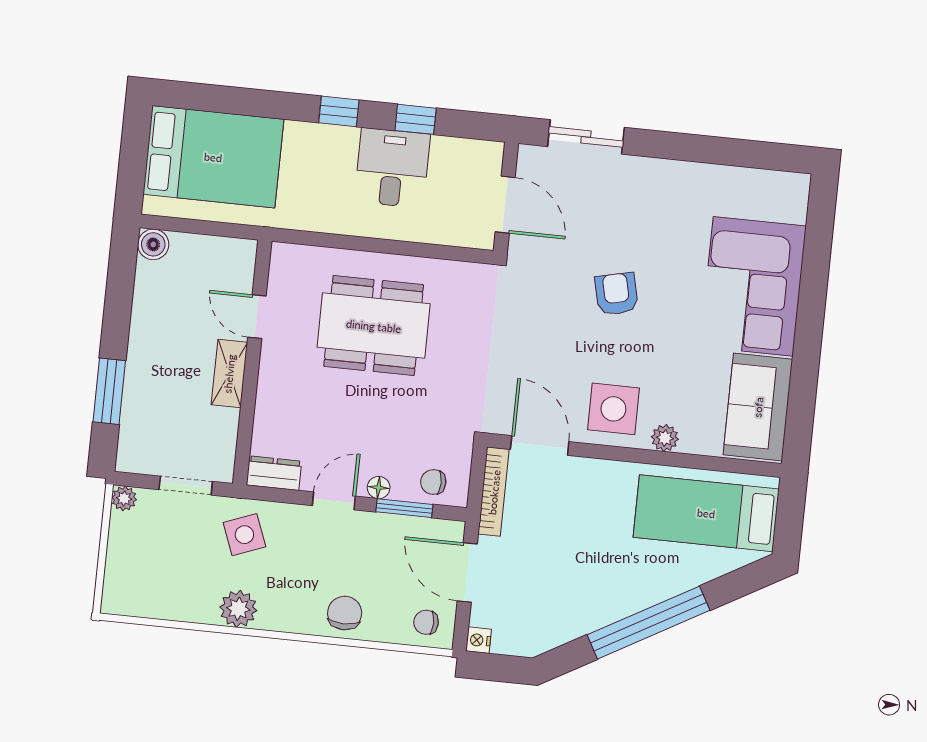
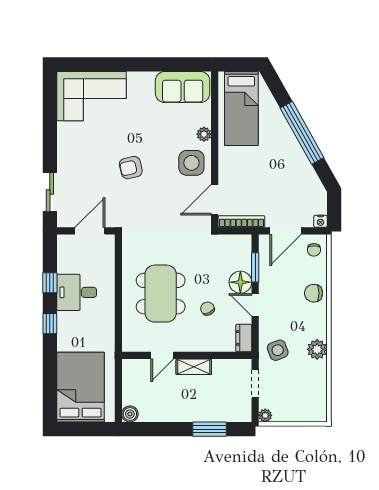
corner sofa: (753, 286) -> (92, 96), moved
chair: (433, 482) -> (207, 309), moved, turned 152
floor lamp: (379, 488) -> (240, 282), width x1.89, depth x1.89

